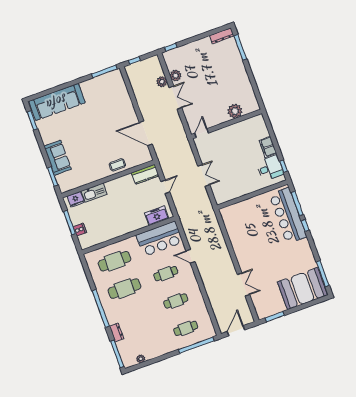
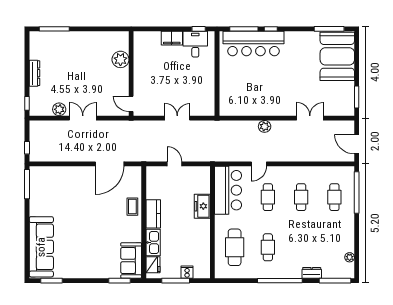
dresser: (222, 36) -> (34, 73), moved
plant: (162, 82) -> (265, 126), moved
sofa: (58, 158) -> (131, 260), moved, turned -90
kitchen counter: (145, 174) -> (153, 214), moved
freezer: (157, 216) -> (202, 206), moved
cafe table: (124, 289) -> (268, 247), width x0.73, depth x0.74

